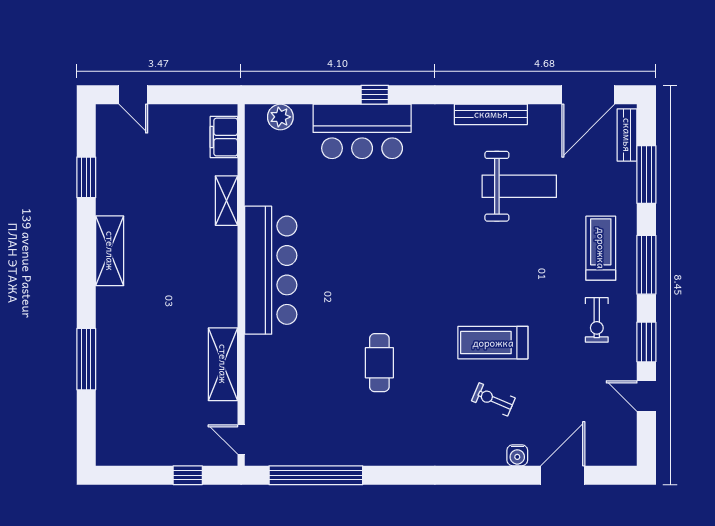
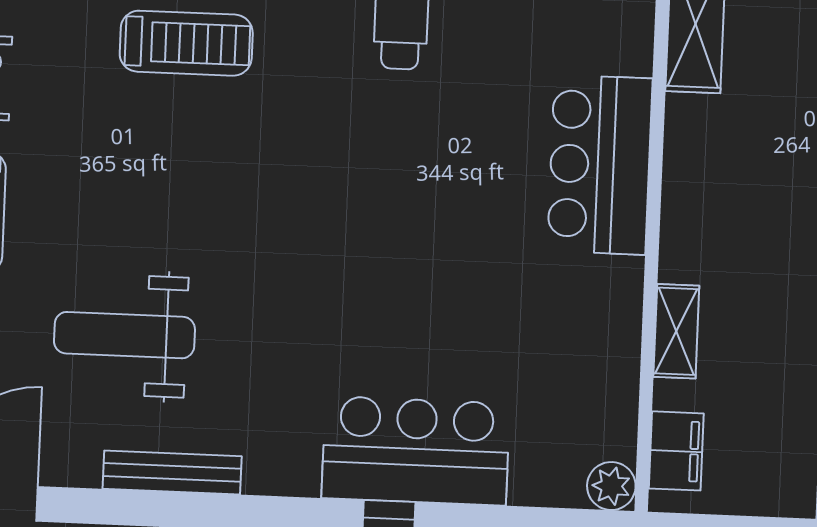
plant: (280, 117) -> (611, 486), moved
bar counter: (271, 270) -> (600, 165), width x0.73

